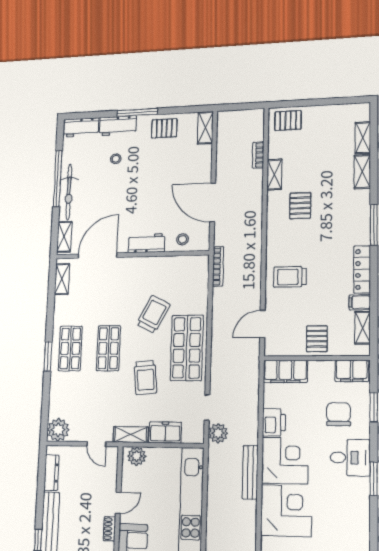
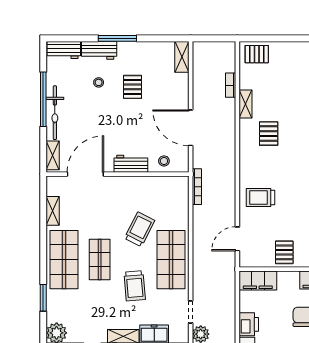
pallet: (164, 128) -> (133, 87), moved, turned 90
shelving: (62, 279) -> (53, 211), moved
shop shelf: (70, 348) -> (64, 260), width x1.43, depth x1.36
window: (48, 357) -> (43, 298), moved

